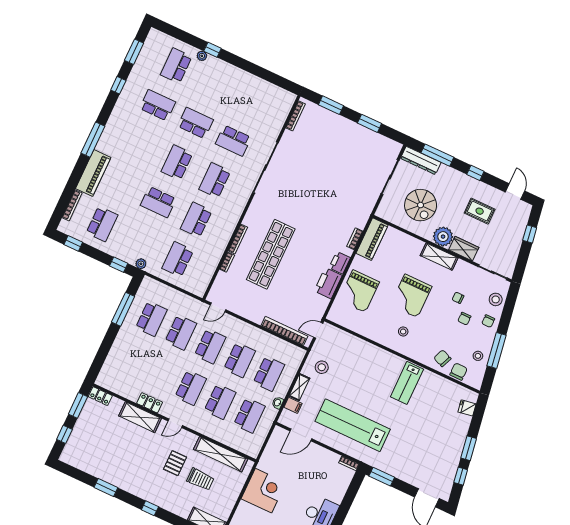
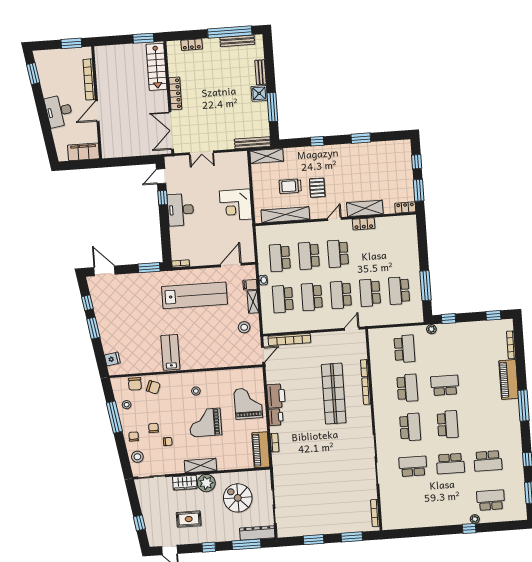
school desk: (176, 66) -> (491, 500), turned -90
school desk: (102, 224) -> (479, 343), removed
grand piano: (411, 296) -> (205, 423), turned -90

